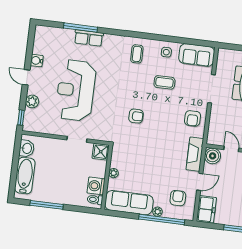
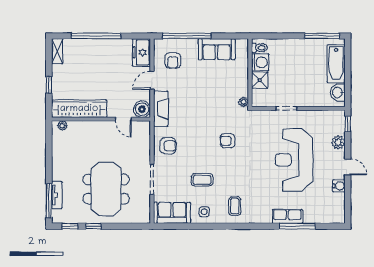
reception desk: (76, 90) -> (294, 160), turned 180
armchair: (193, 118) -> (168, 146), turned 90
shower: (101, 152) -> (260, 80), moved
plant: (114, 173) -> (243, 102), moved
sofa: (129, 203) -> (217, 49), width x0.73
window: (47, 205) -> (322, 36), moved
plant: (157, 212) -> (192, 44), removed

